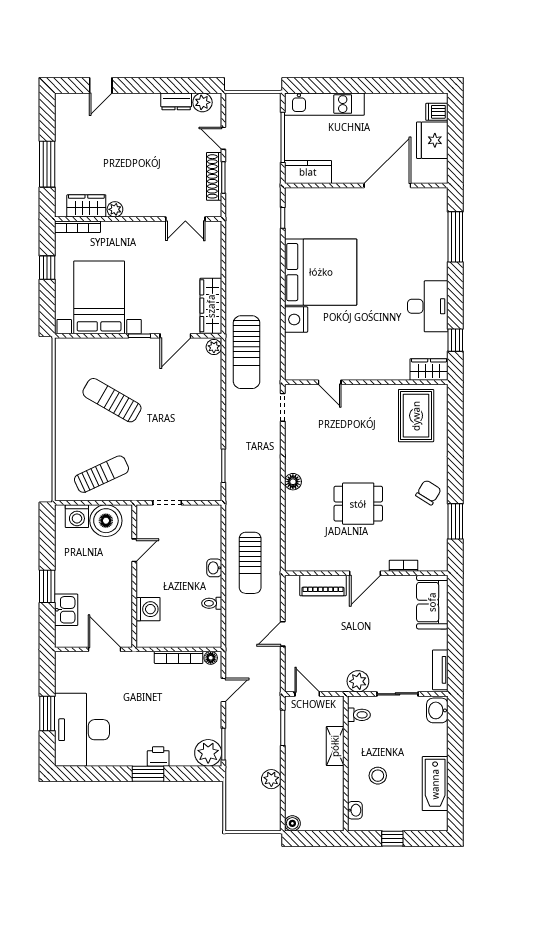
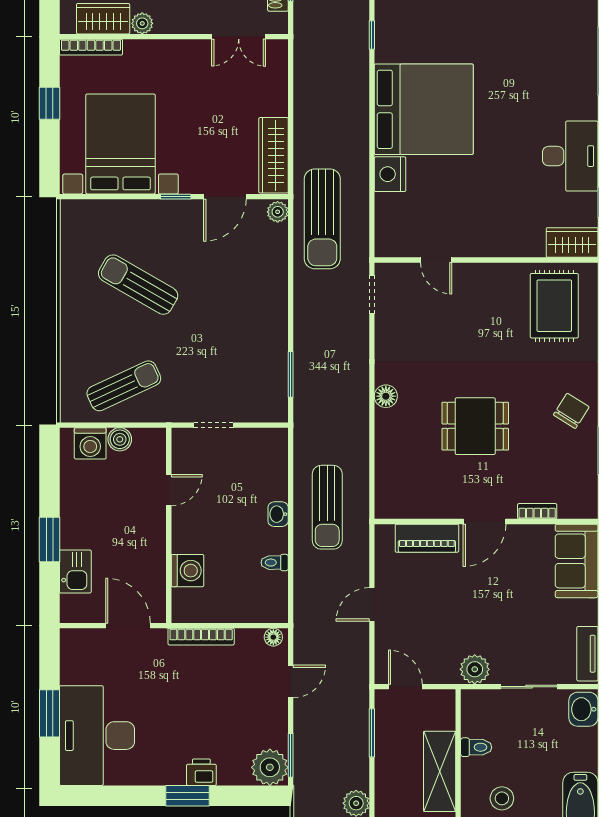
boiler: (106, 521) -> (120, 439), width x0.54, depth x0.54
bookcase: (179, 657) -> (201, 637), moved
toilet: (359, 715) -> (476, 747), moved
shelving: (335, 746) -> (440, 771), width x1.50, depth x1.33

